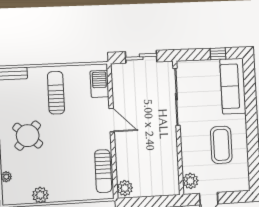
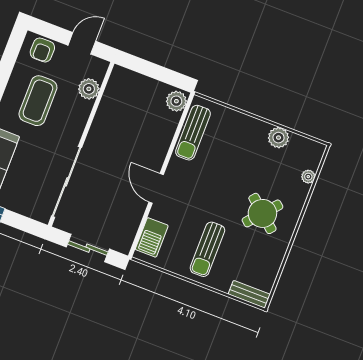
sun lounger: (103, 171) -> (193, 133), turned 180
plant: (190, 181) -> (89, 89), moved
armchair: (234, 182) -> (42, 50), added

